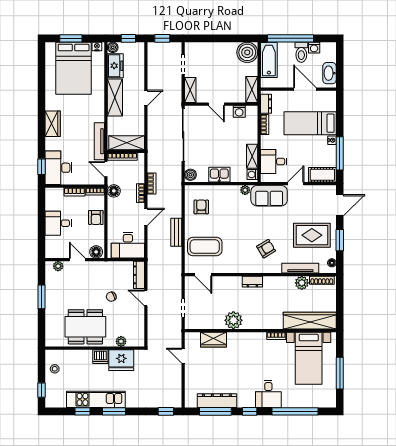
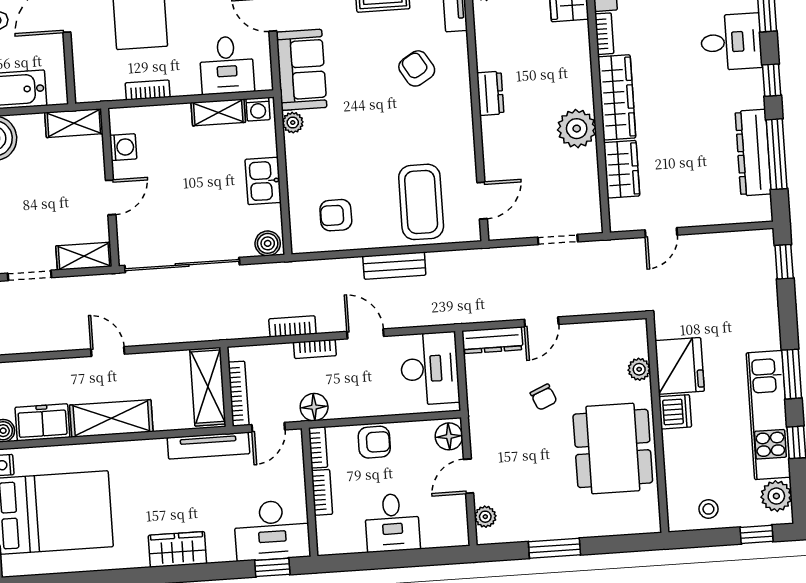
dresser: (266, 104) -> (103, 90), removed
wardrobe: (247, 340) -> (617, 97), added
plant: (58, 400) -> (776, 496), added

